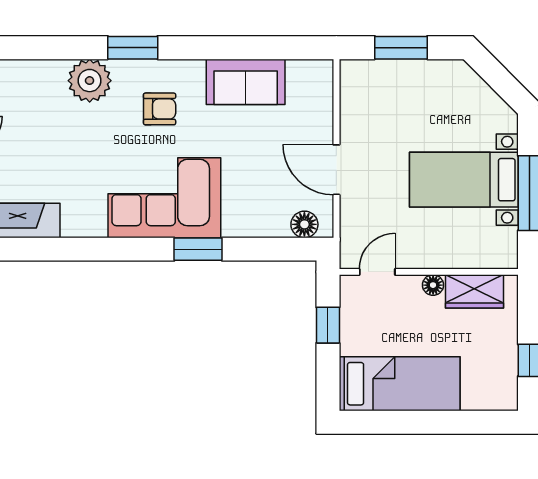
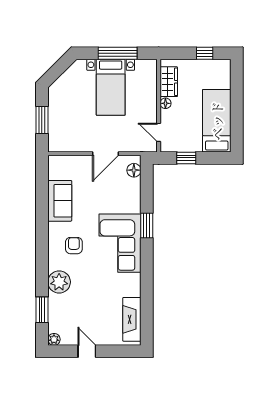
window: (133, 48) -> (42, 310), moved

